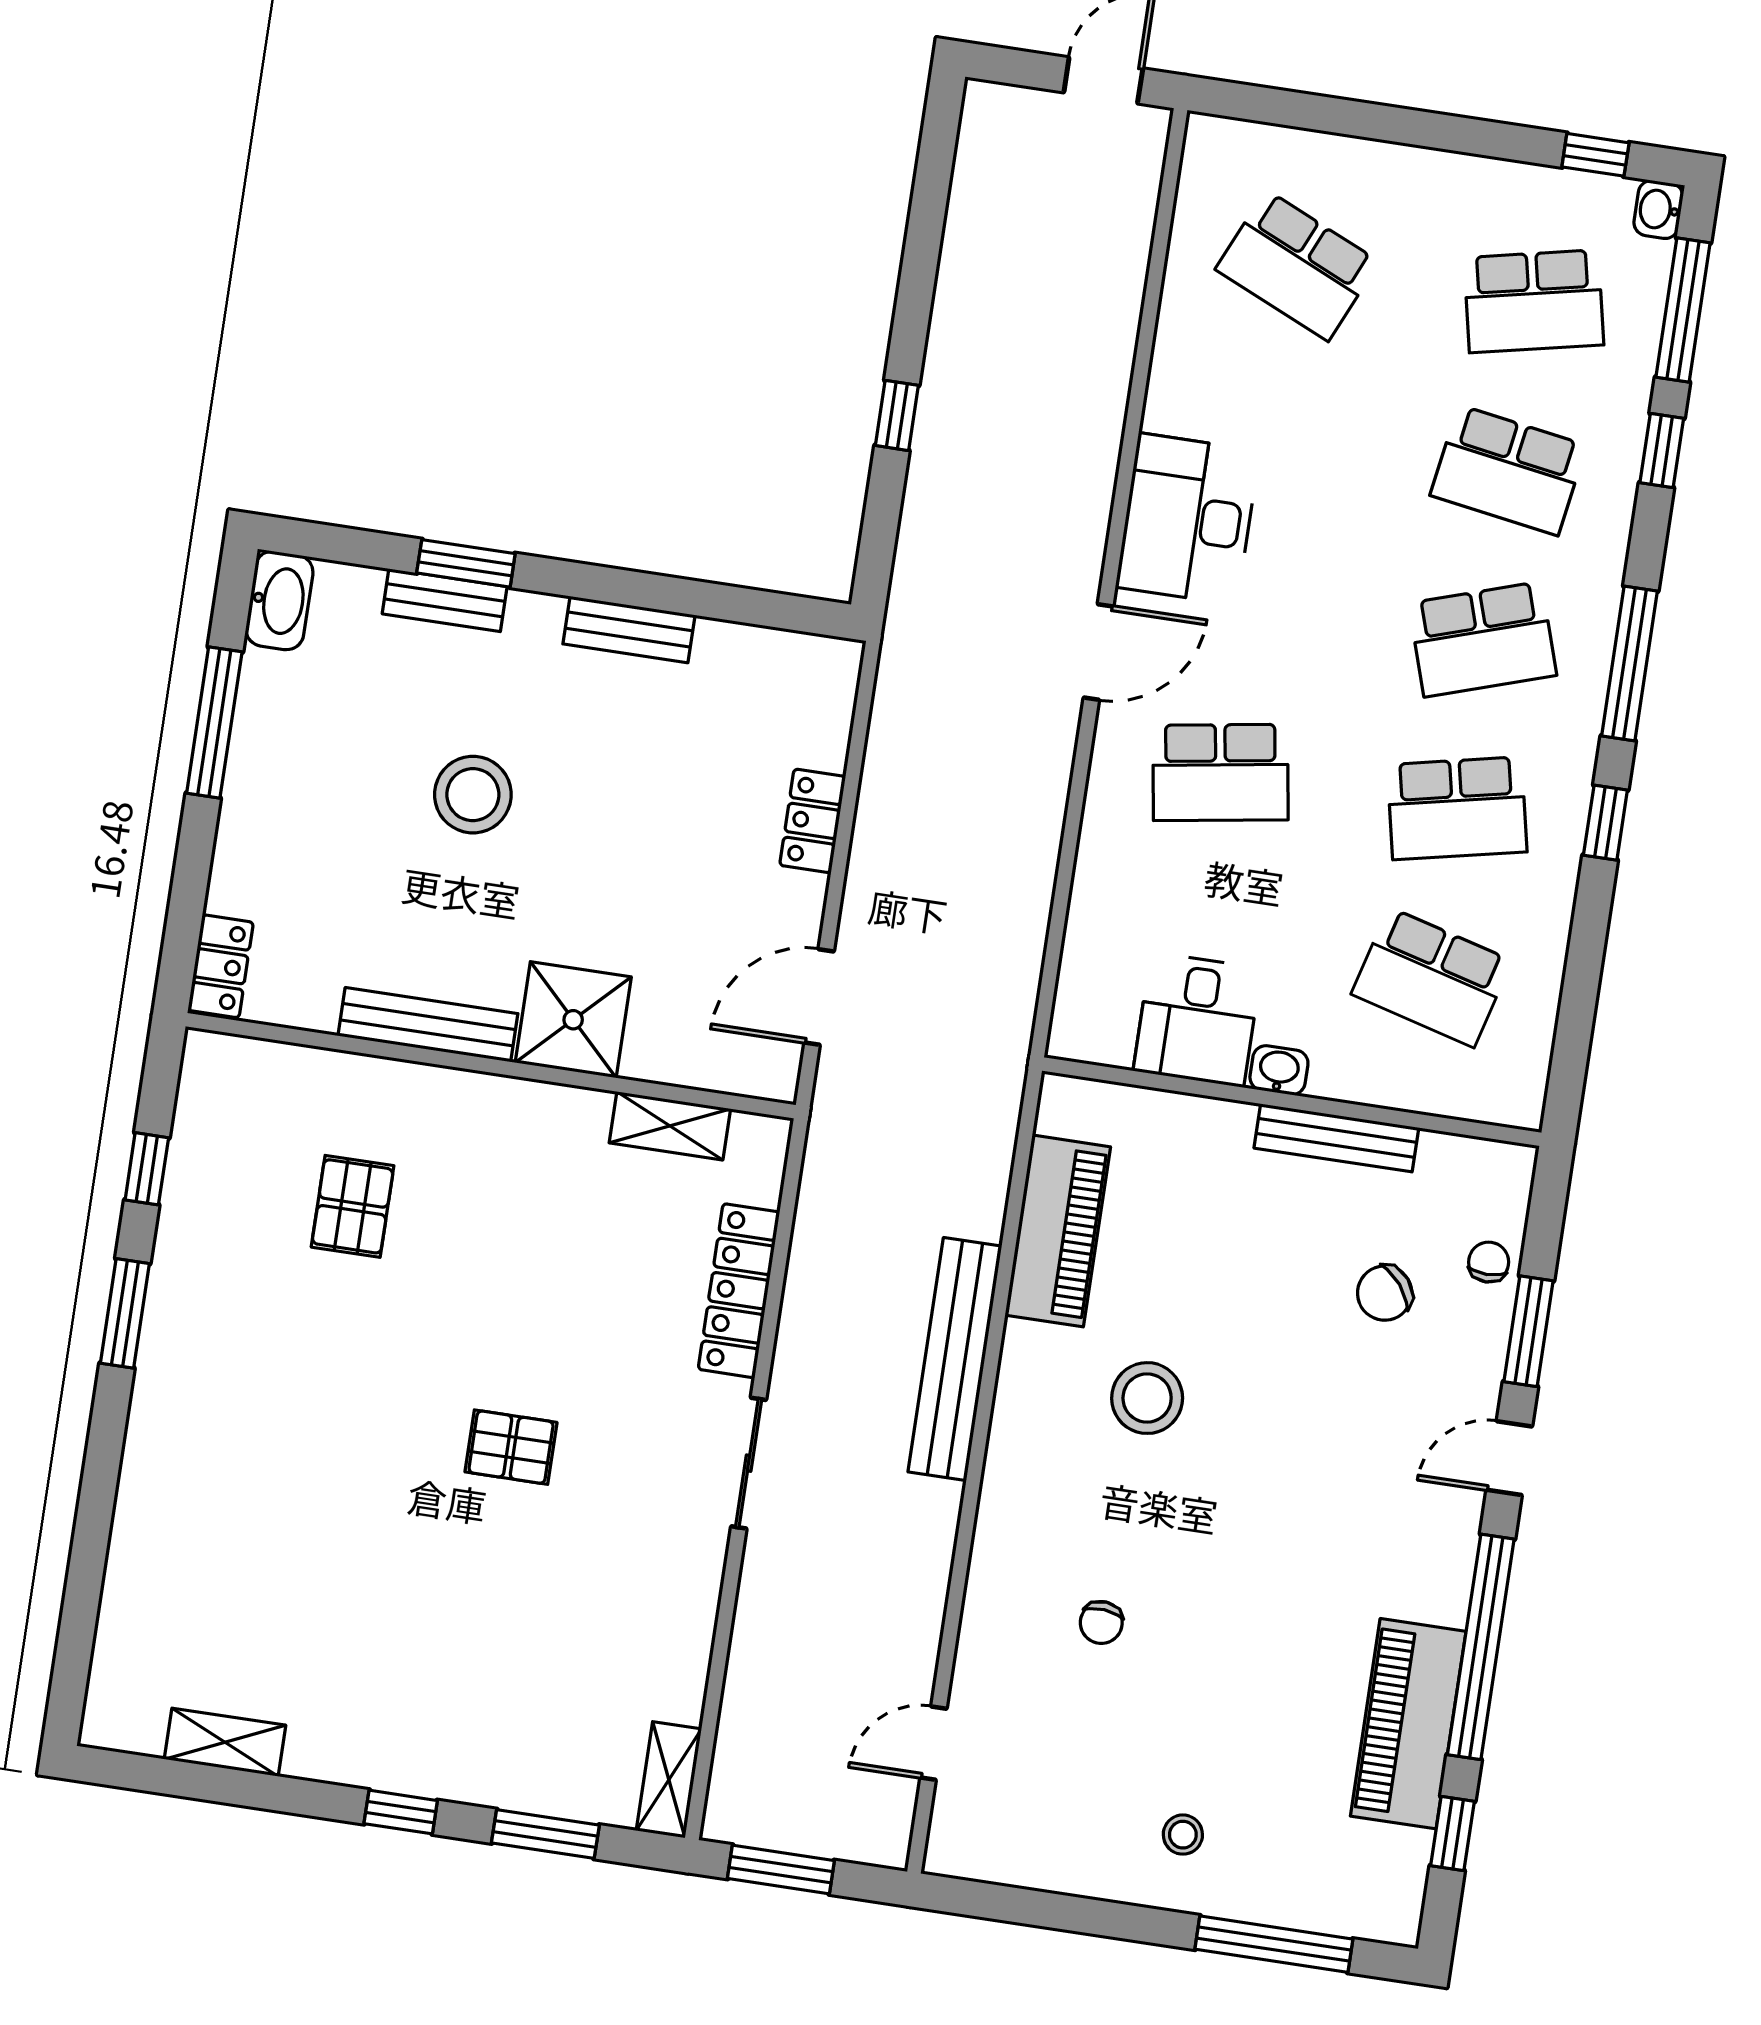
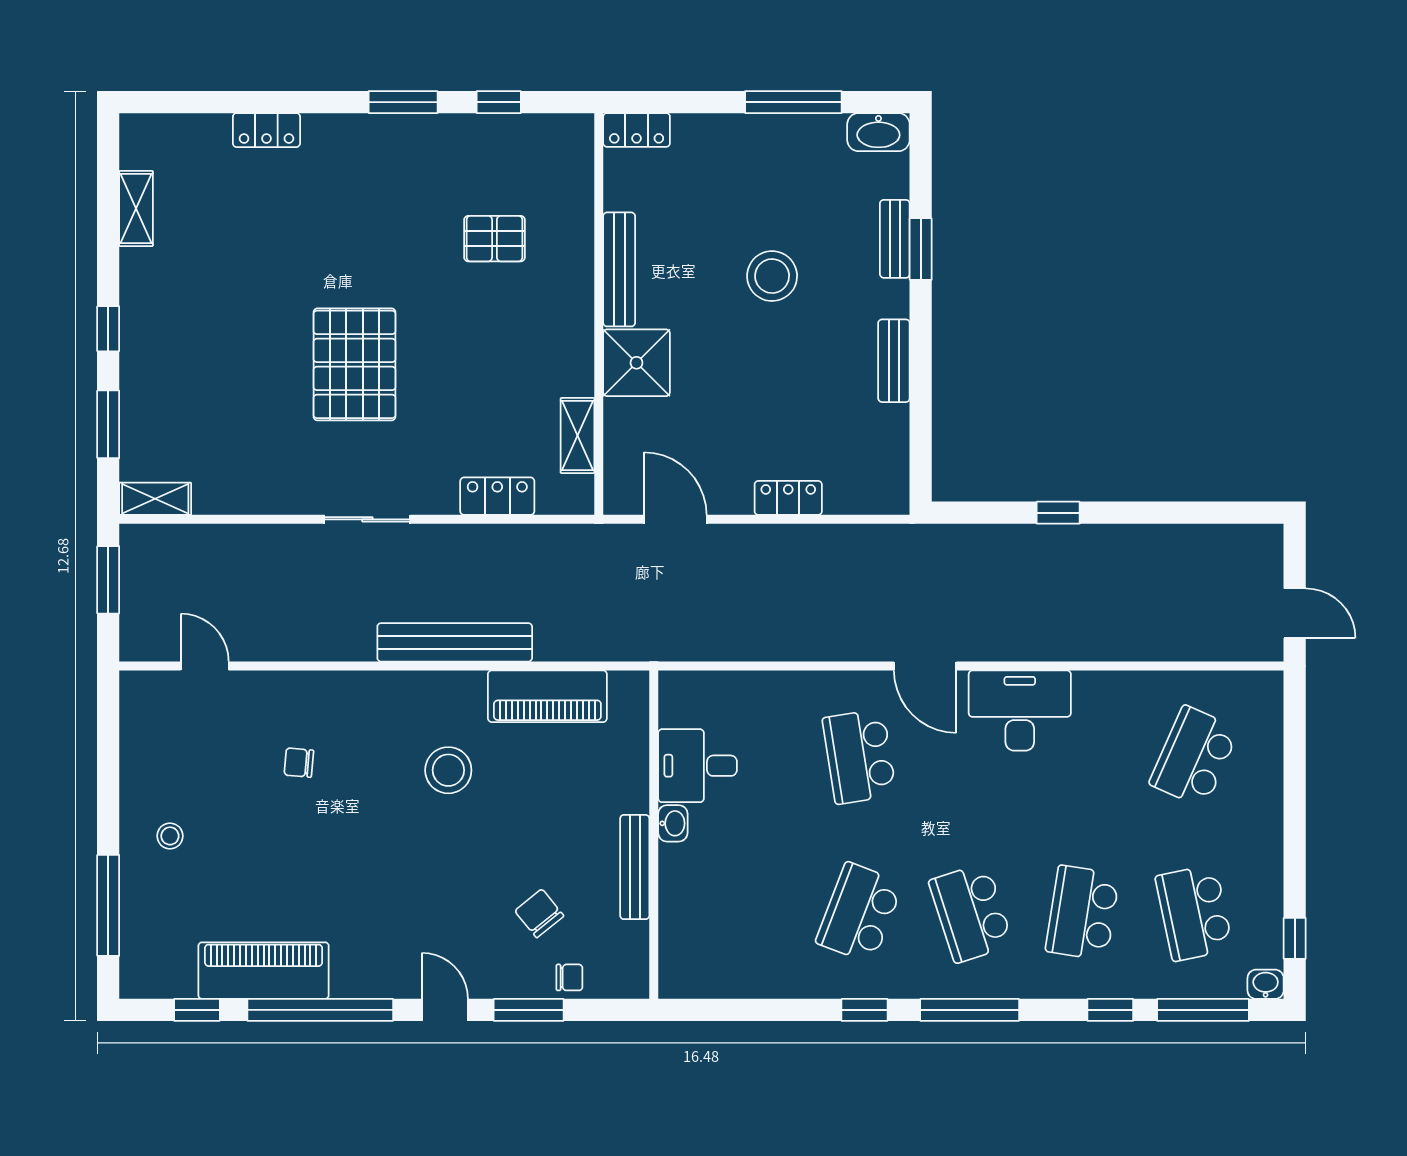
school desk: (1457, 808) -> (859, 913), turned 33
school desk: (1432, 977) -> (748, 913), removed
locker: (739, 1291) -> (497, 496), width x0.66
pallet: (511, 1447) -> (354, 364), width x2.05, depth x2.00
locker: (136, 1527) -> (266, 130), added

